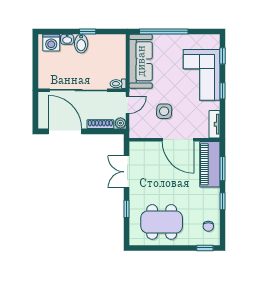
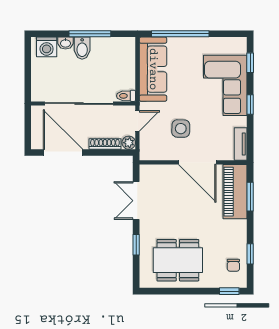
window: (88, 31) -> (90, 34), width x2.17
window: (222, 201) -> (250, 254), moved

